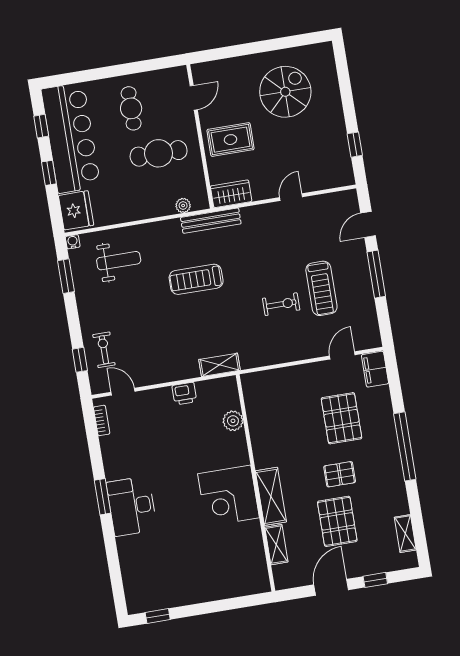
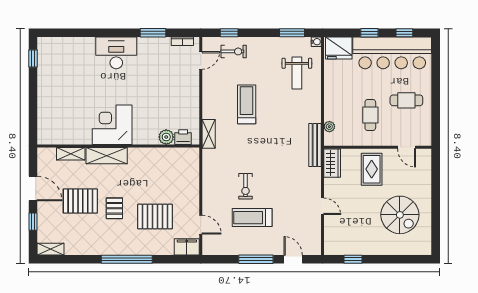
cafe table: (159, 153) -> (370, 115), width x0.73, depth x0.74
treadmill: (196, 279) -> (247, 104), moved
printer: (184, 394) -> (183, 137), moved, turned 90
window: (103, 497) -> (153, 33), moved
shelving: (405, 534) -> (51, 249), moved

